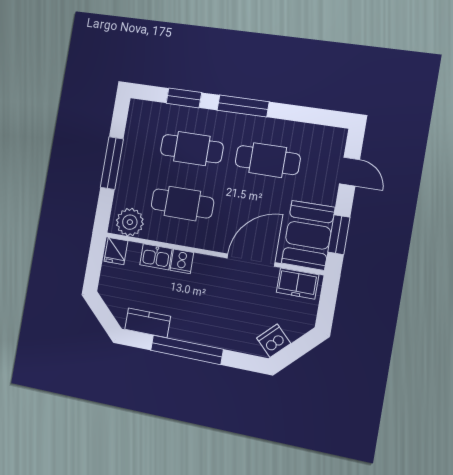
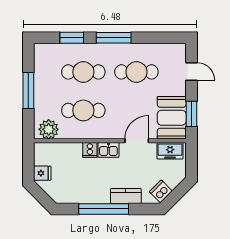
fridge: (116, 251) -> (42, 173), moved, turned -90
kitchen sink: (156, 257) -> (108, 150), moved
door: (251, 260) -> (137, 141), width x0.73
kitchen counter: (148, 323) -> (126, 196), moved

